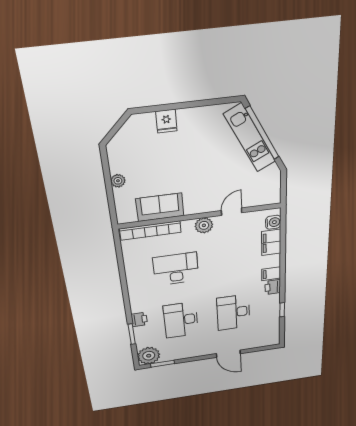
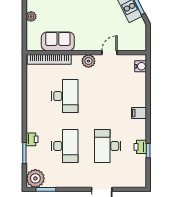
filing cabinet: (271, 242) -> (139, 84), removed
desk: (176, 269) -> (65, 96), turned 90
printer: (273, 287) -> (140, 147), moved
desk: (181, 320) -> (65, 146), turned 180

